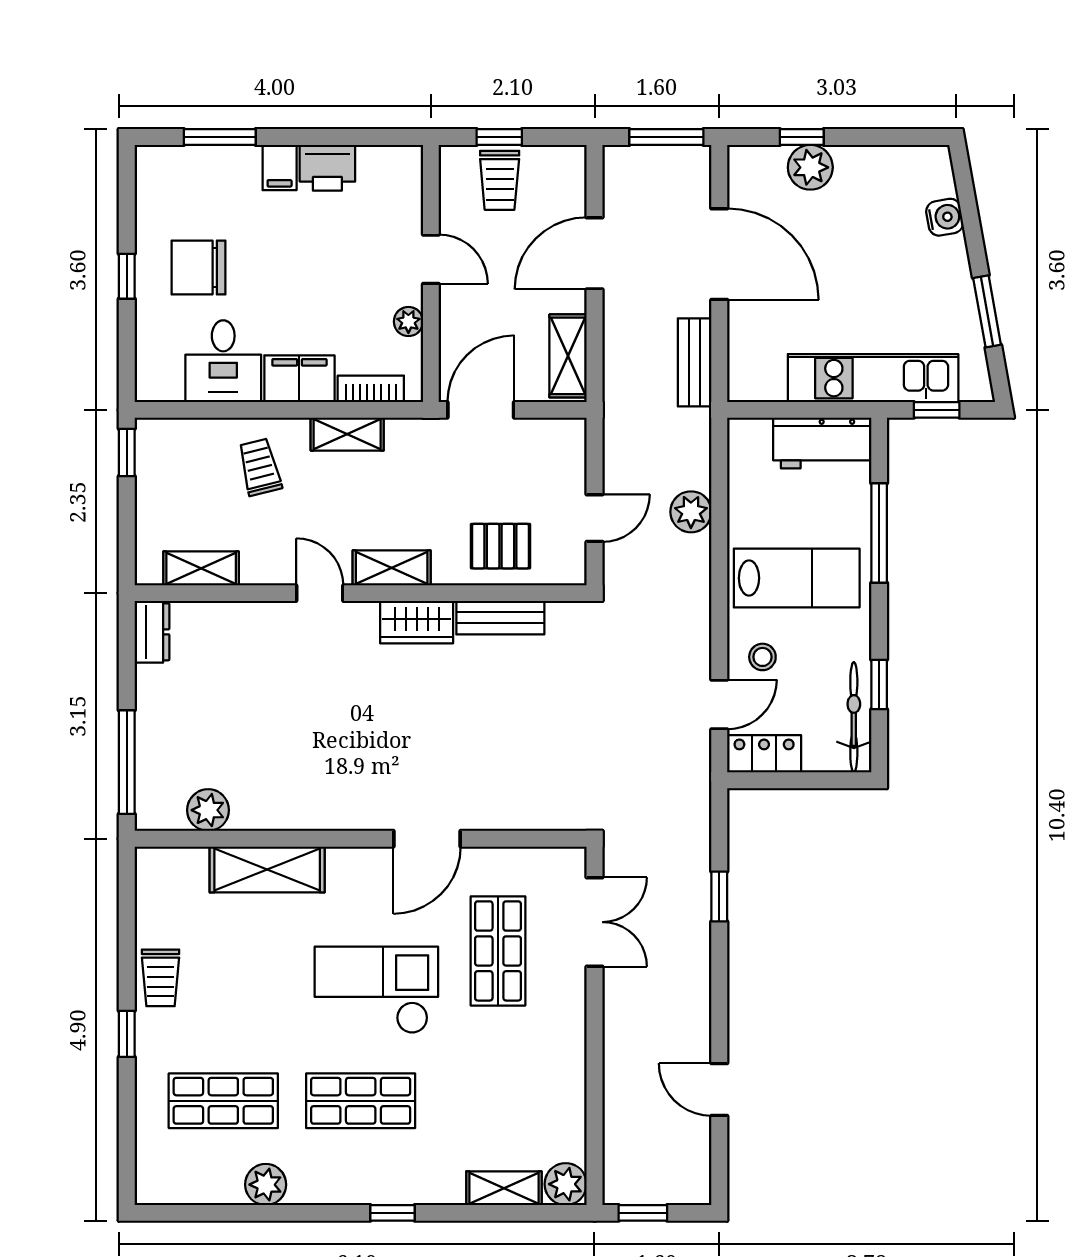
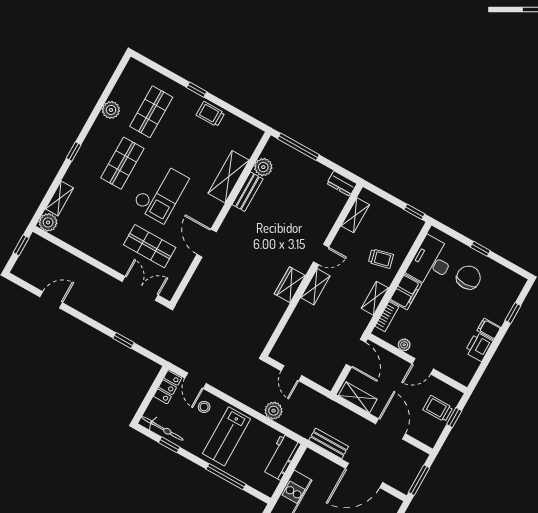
window: (220, 137) -> (513, 313), width x0.67
desk: (223, 361) -> (431, 262), width x1.37
workbench: (822, 443) -> (281, 457), moved
pallet: (500, 546) -> (301, 332), removed
bench: (500, 618) -> (247, 192), moved
double door: (595, 922) -> (140, 288), swing flipped

